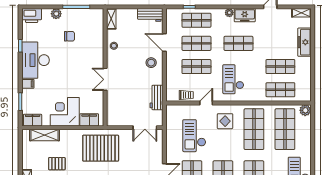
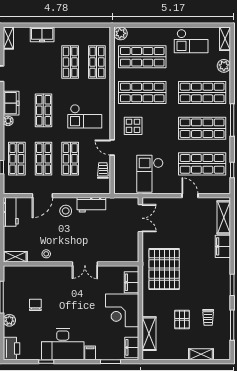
freezer: (304, 42) -> (42, 34), width x0.71
workbench: (156, 97) -> (91, 205), moved
checkout: (194, 136) -> (150, 174), moved, turned 90

